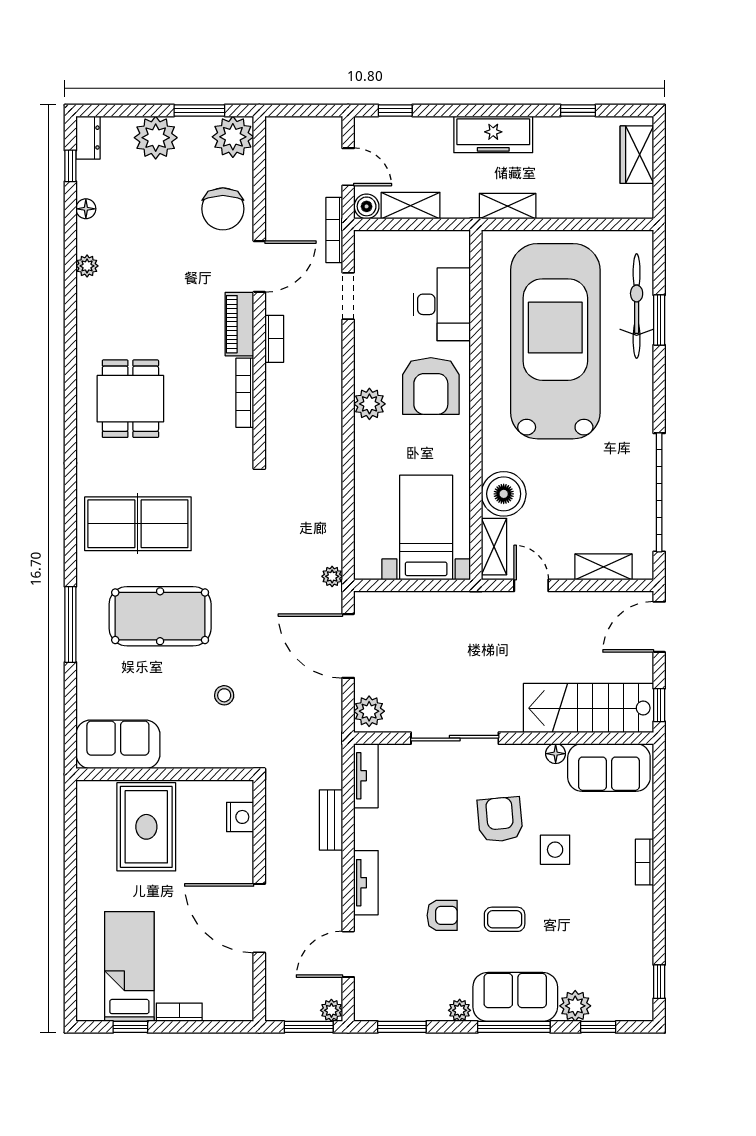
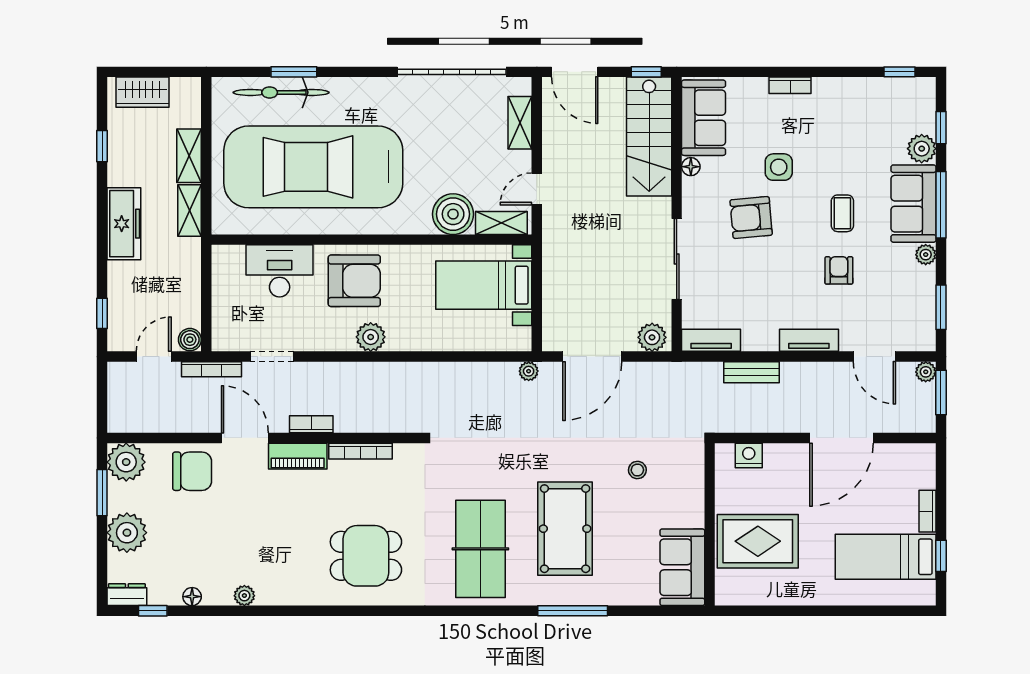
shelving: (411, 206) -> (189, 156), moved

